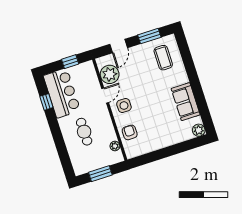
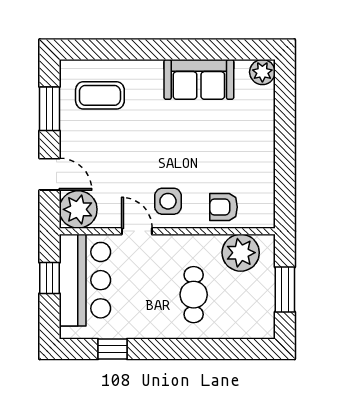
plant: (110, 74) -> (78, 209), moved
bar counter: (62, 93) -> (85, 280), moved, turned 90
cafe table: (84, 132) -> (194, 295), turned 90
plant: (115, 146) -> (241, 253), width x1.87, depth x1.87

